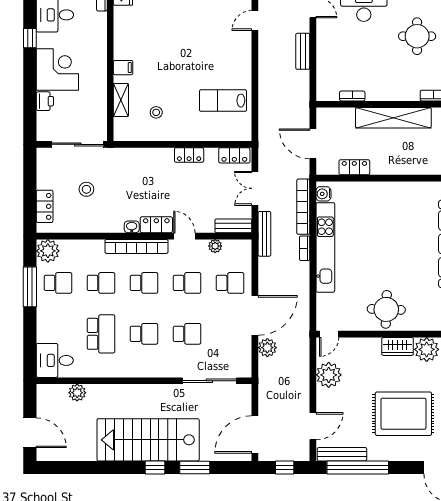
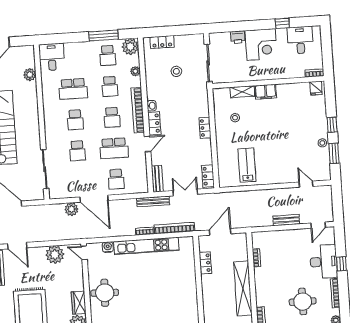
filing cabinet: (123, 68) -> (266, 92), width x2.00
locker: (189, 155) -> (205, 128), moved
water cooler: (323, 194) -> (108, 247), moved
plant: (215, 246) -> (135, 71), moved
school desk: (187, 283) -> (114, 148), width x1.85

